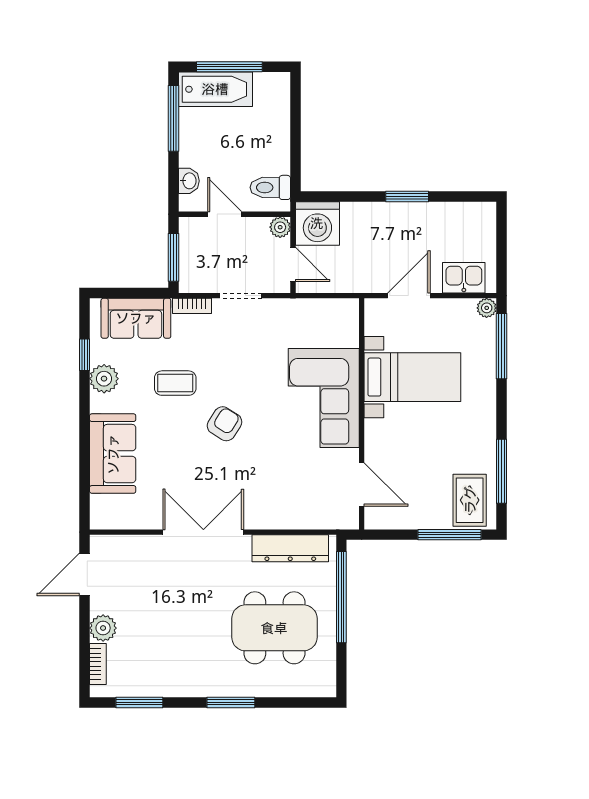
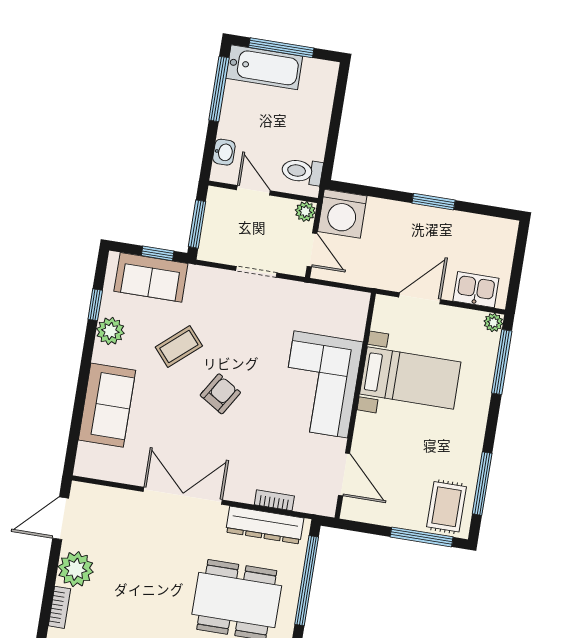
window: (139, 293) -> (158, 253), added
bookcase: (192, 306) -> (274, 500), moved, turned 180
coffee table: (175, 383) -> (179, 347), turned -41
plant: (103, 628) -> (76, 569), width x1.36, depth x1.36

